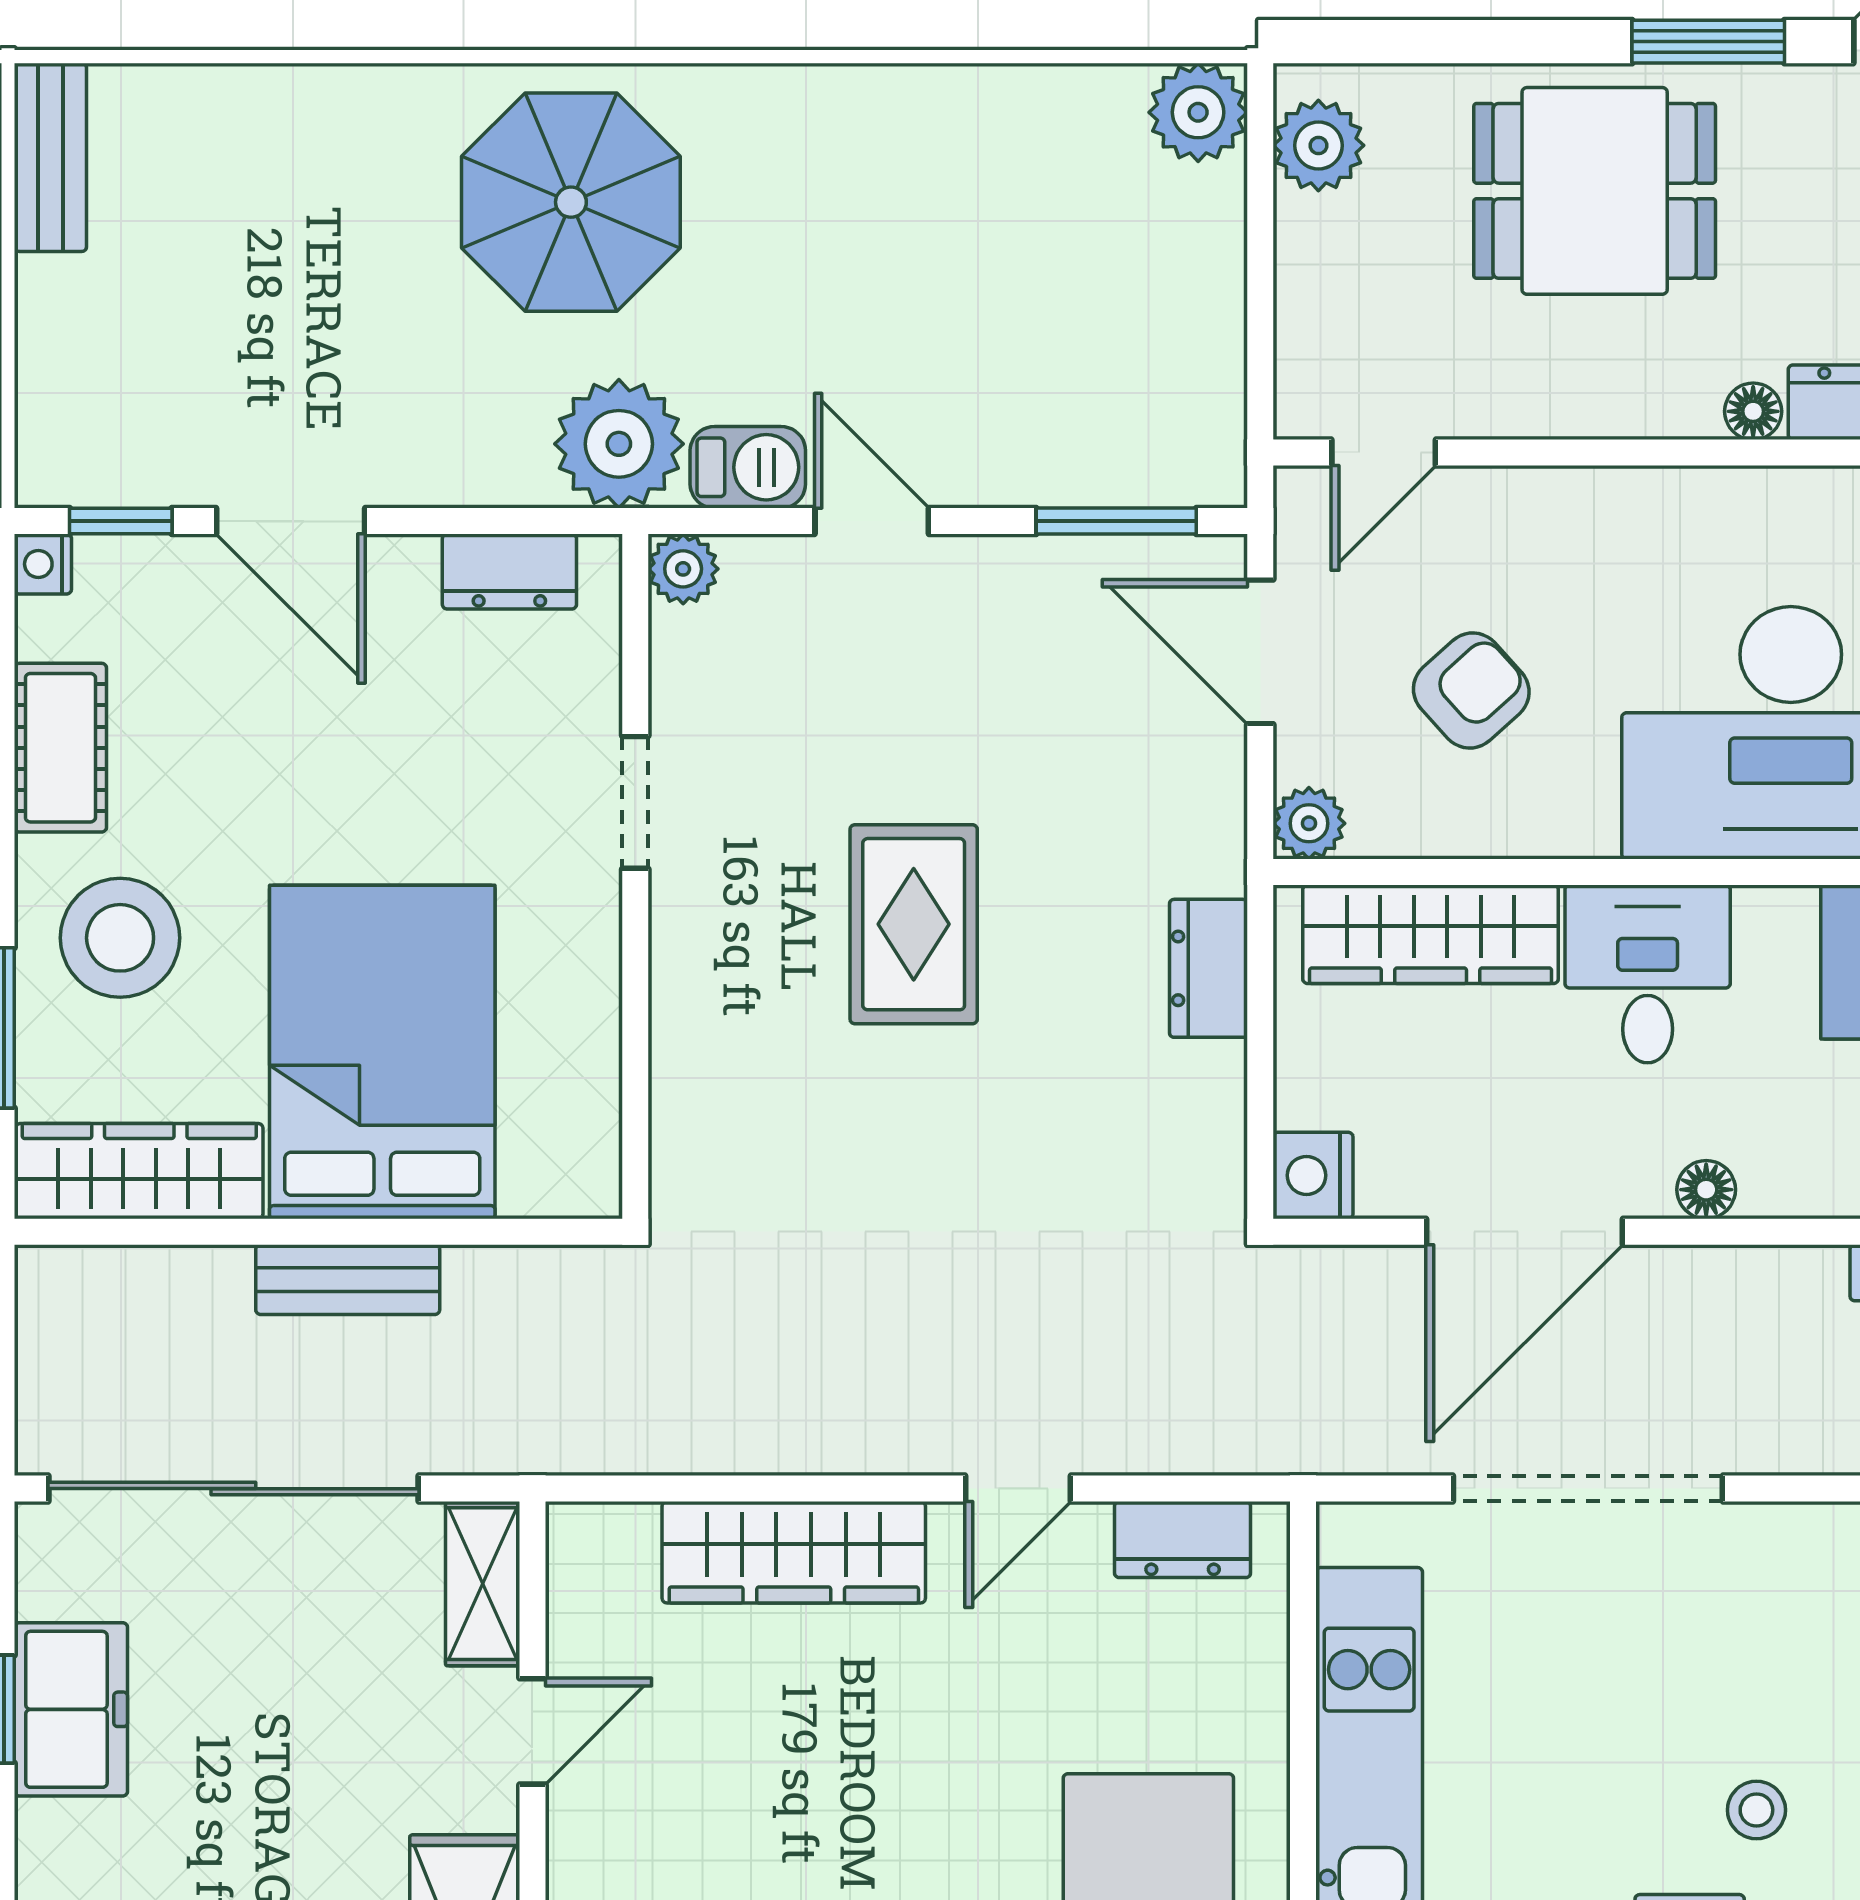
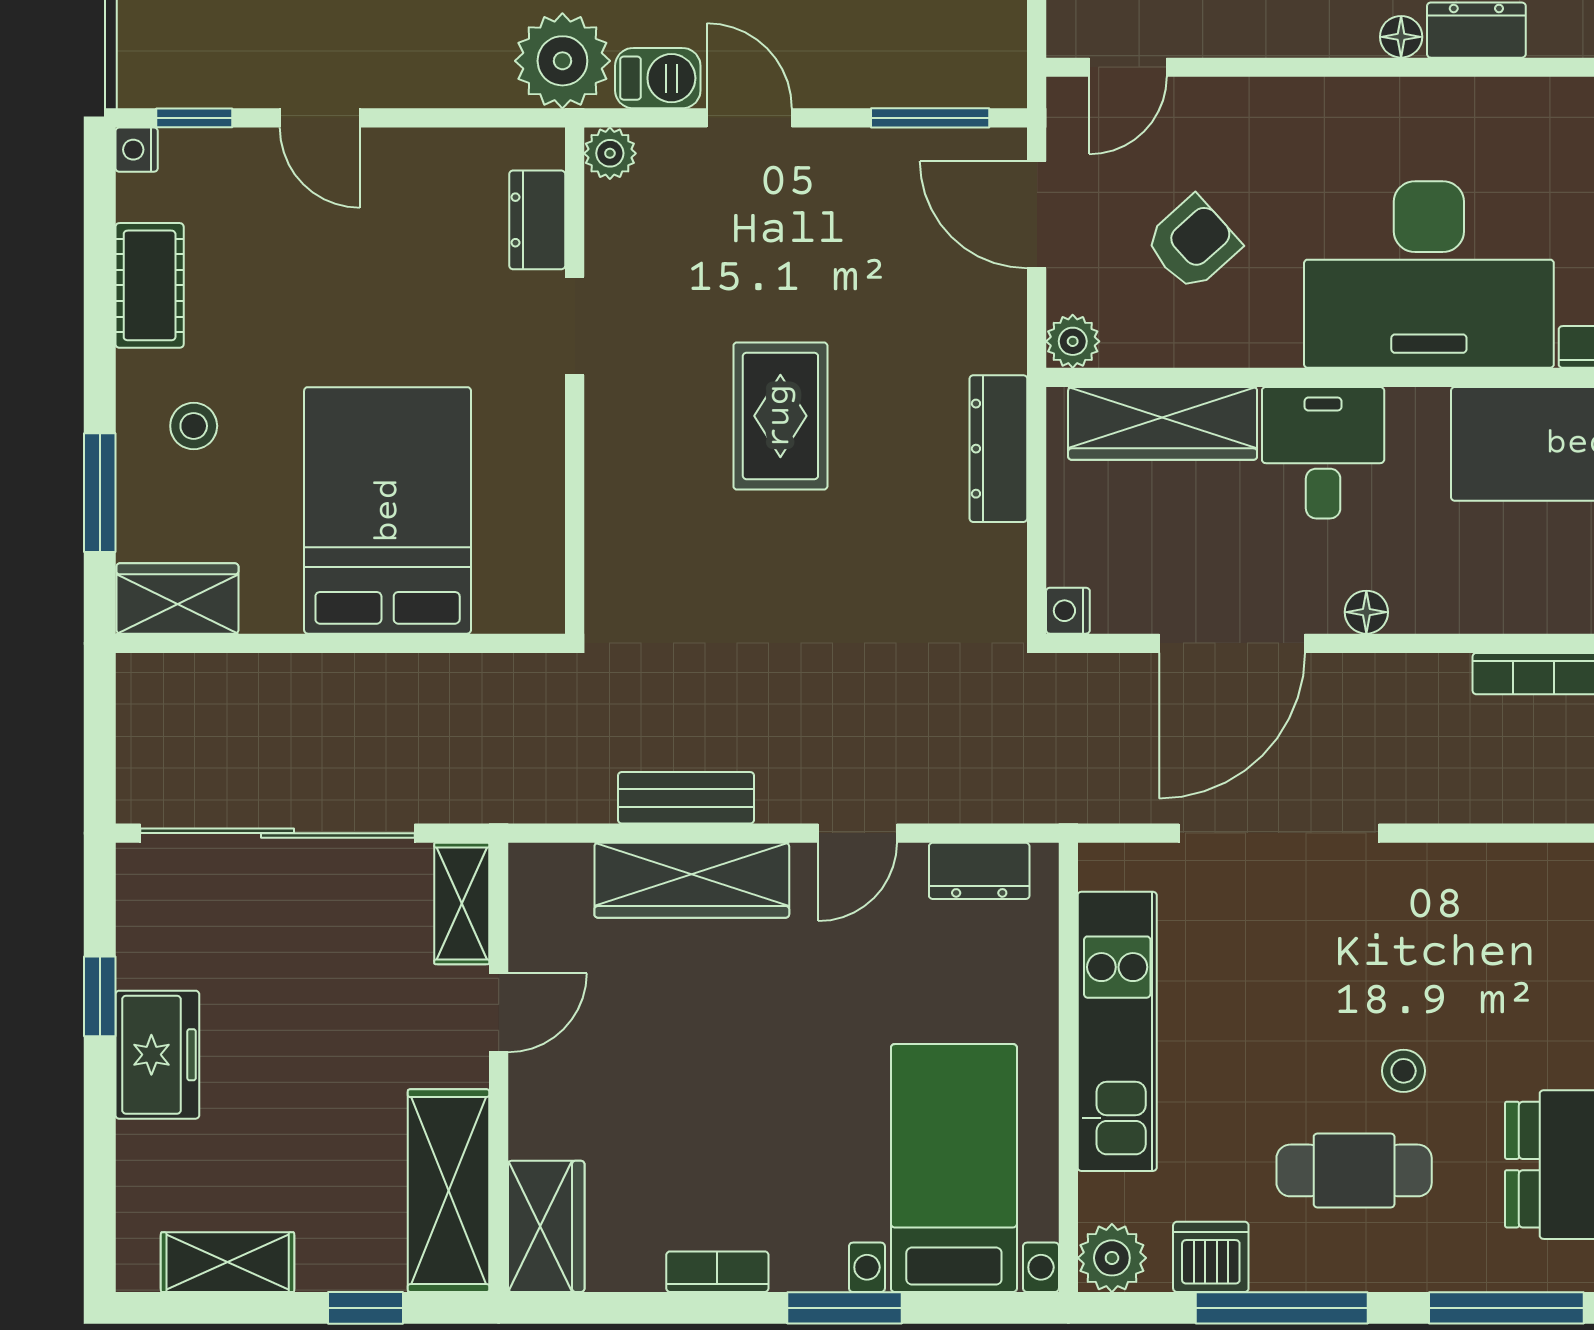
door: (291, 521) -> (320, 118), width x0.73
dresser: (509, 572) -> (537, 220), moved, turned 90
stool: (120, 938) -> (194, 426), width x0.53, depth x0.53
dresser: (1208, 968) -> (998, 449), width x1.44
wardrobe: (139, 1171) -> (177, 598), width x0.67
nightstand: (1313, 1175) -> (1068, 611), width x0.72, depth x0.74
bench: (348, 1280) -> (686, 798), moved
freezer: (71, 1709) -> (157, 1055), moved

